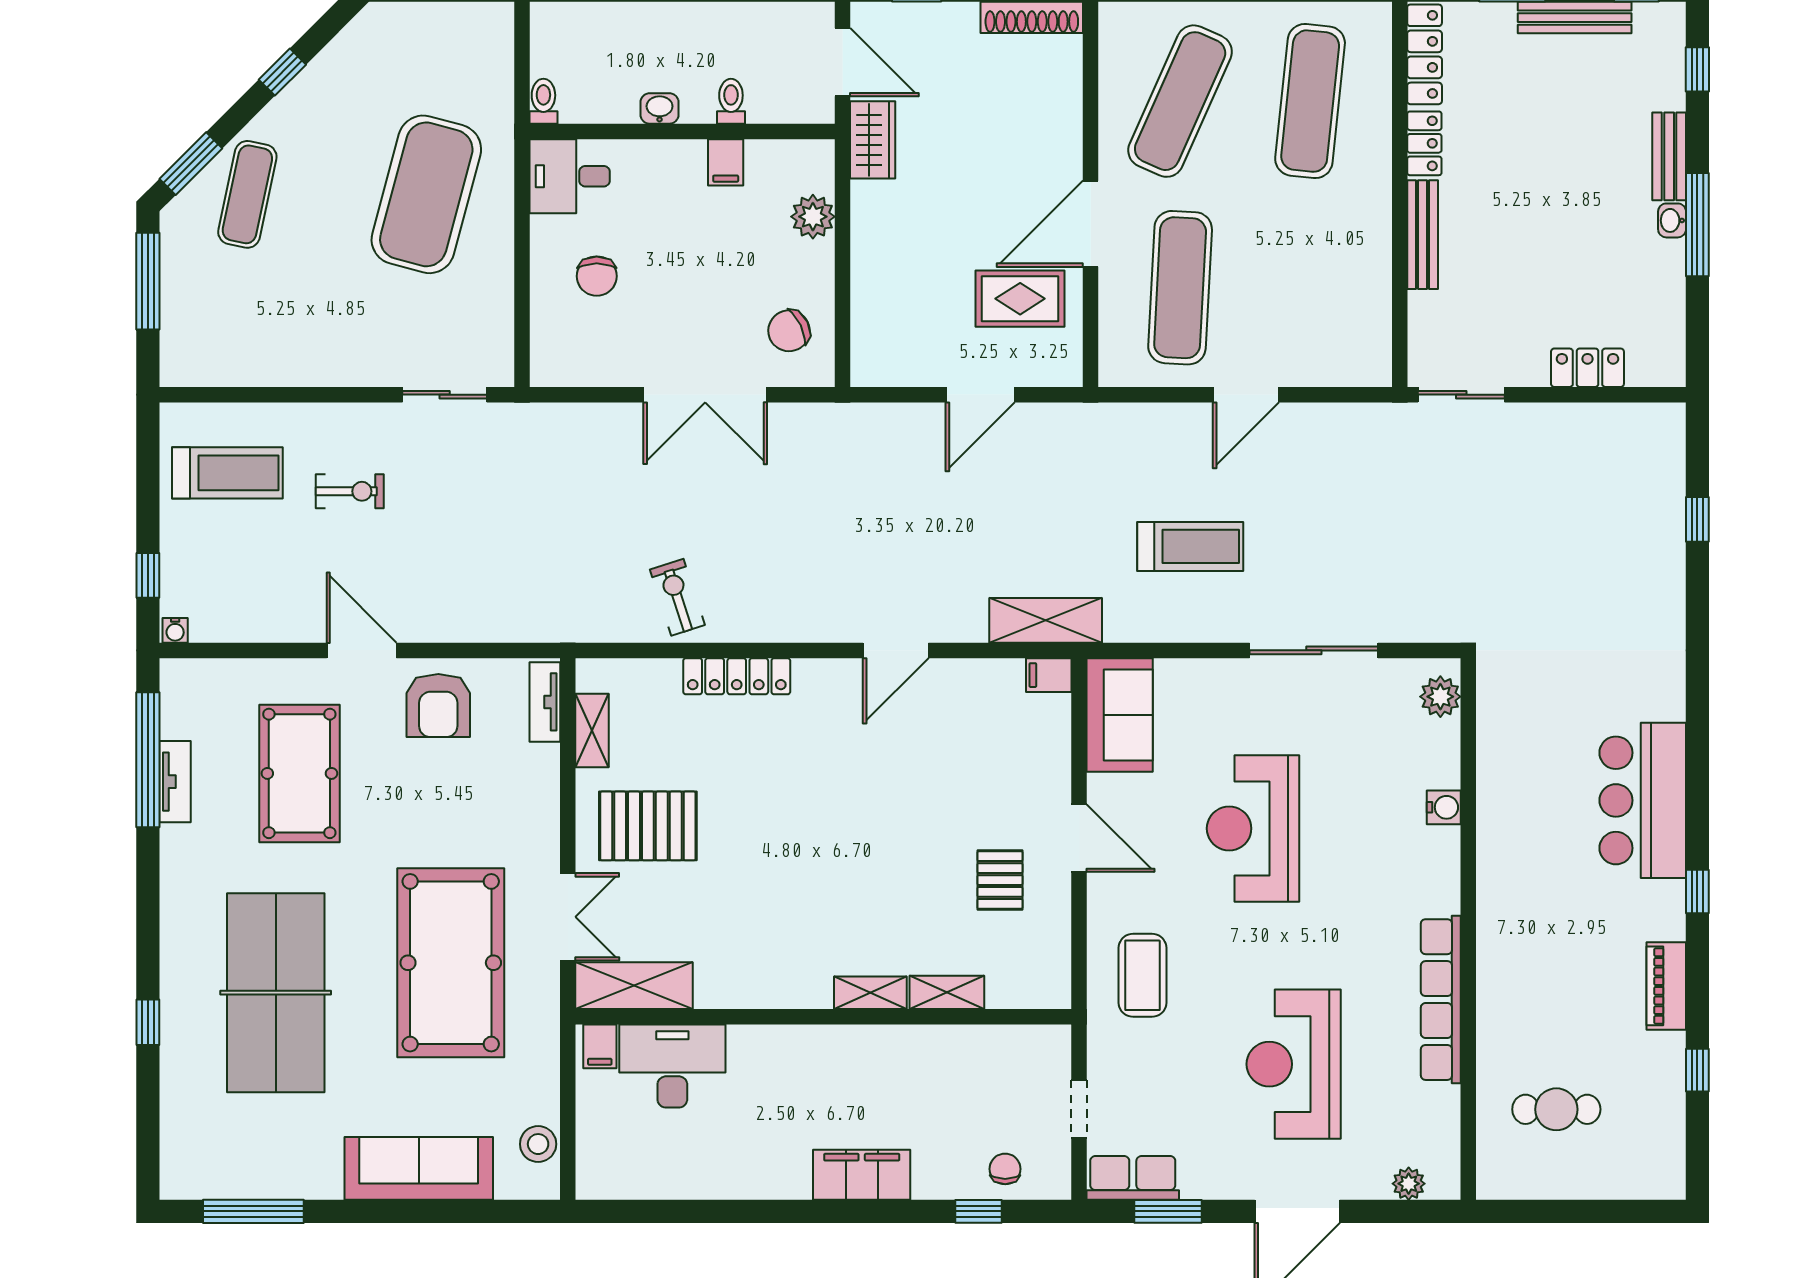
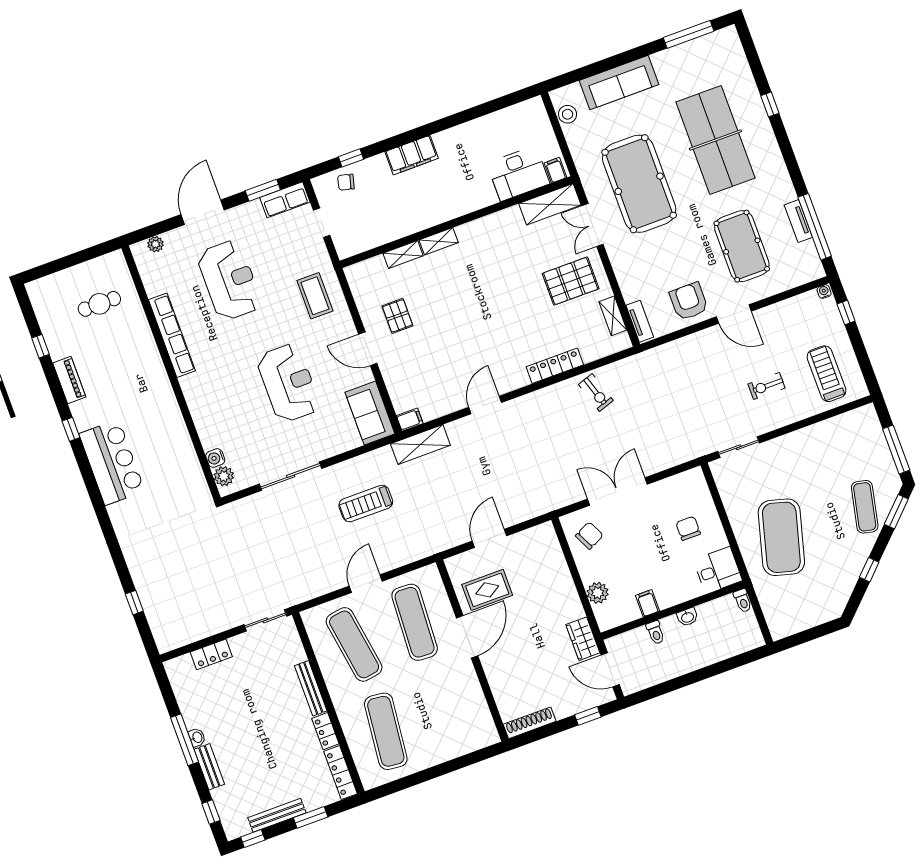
exercise mat: (1180, 101) -> (354, 644), moved, turned -33
treadmill: (227, 473) -> (826, 374), turned 90
water cooler: (1444, 807) -> (215, 458), moved
chair: (1005, 1169) -> (346, 182), turned 104

